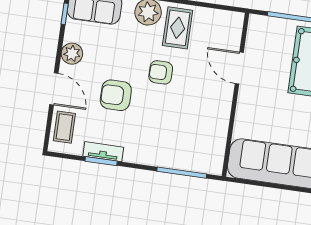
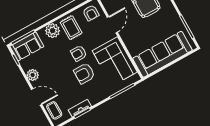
armchair: (221, 28) -> (91, 13), added
door: (239, 68) -> (112, 25), swing flipped
armchair: (116, 95) -> (84, 73), moved
corner sofa: (203, 123) -> (115, 61), added

